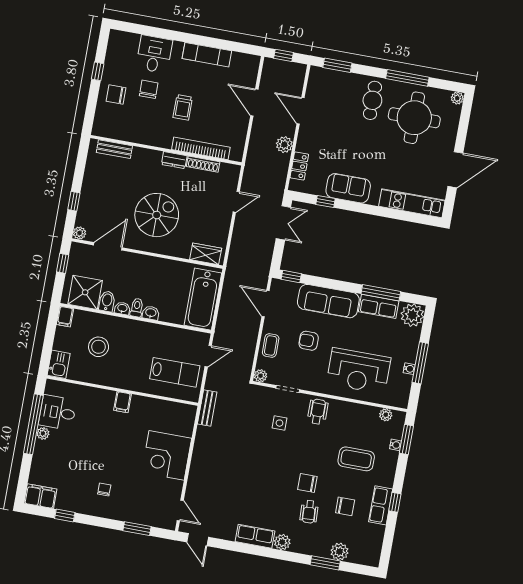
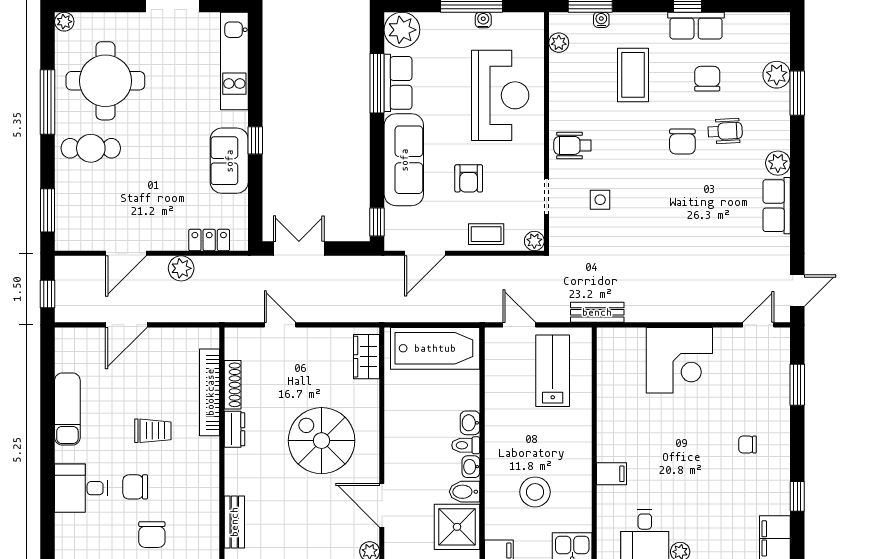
window: (325, 202) -> (255, 140), moved
filing cabinet: (122, 402) -> (612, 474), moved

